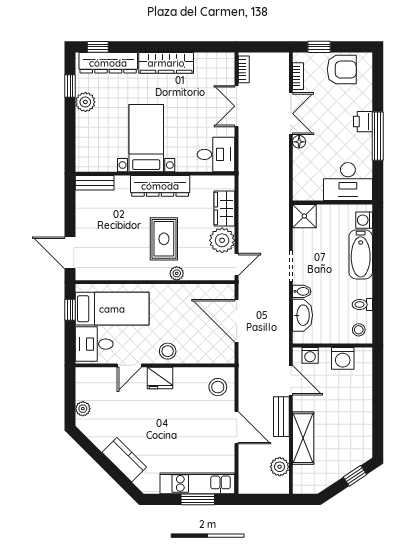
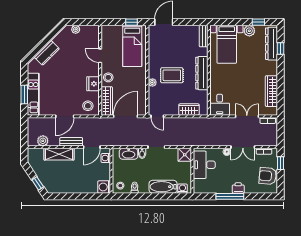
window: (98, 47) -> (281, 49), moved
wardrobe: (166, 63) -> (271, 91), moved
armchair: (342, 70) -> (268, 176), turned 95
bed with nightstands: (146, 138) -> (227, 44), moved, turned 90
desk: (348, 182) -> (204, 165), moved
plant: (222, 240) -> (171, 108), removed
desk: (94, 344) -> (112, 36), removed
wardrobe: (209, 354) -> (107, 101), added
washing machine: (343, 358) -> (104, 187), moved
fridge: (160, 378) -> (93, 84), moved

